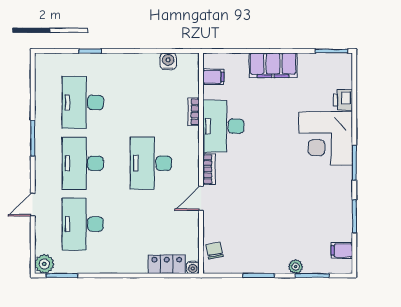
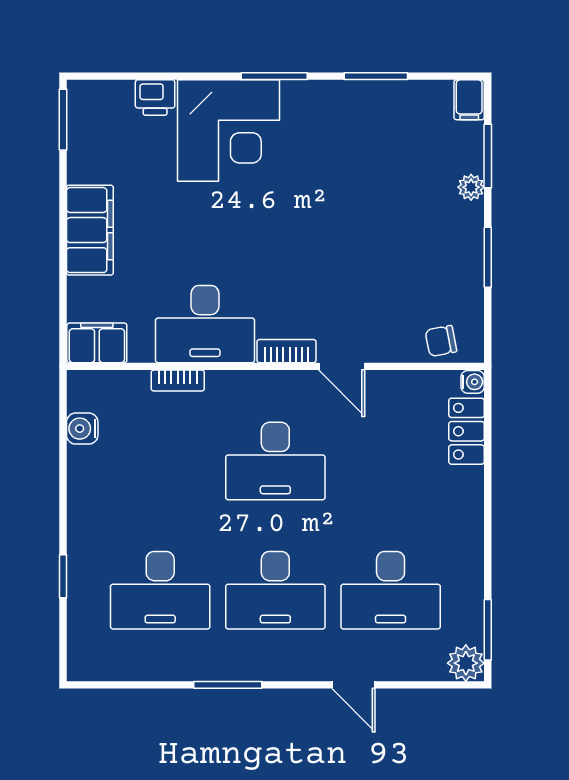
filing cabinet: (213, 77) -> (97, 343), width x2.00
filing cabinet: (342, 251) -> (469, 100), moved

